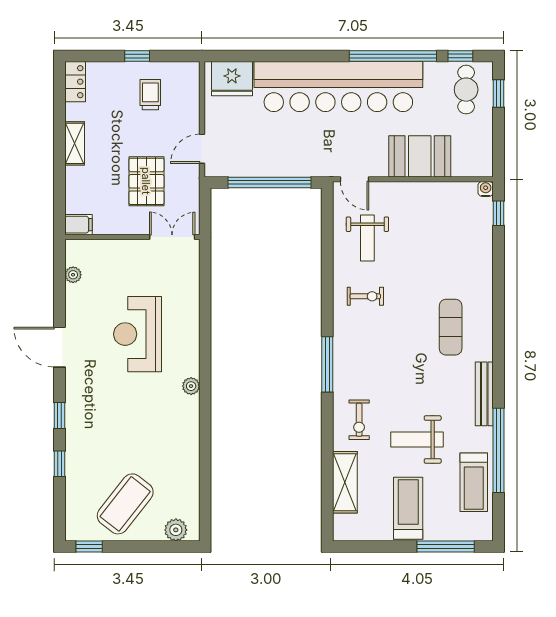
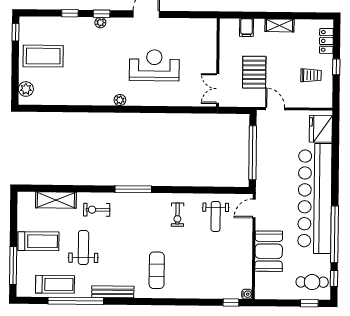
locker: (75, 82) -> (326, 41), moved, turned 90
pallet: (146, 181) -> (254, 72), turned 90
filing cabinet: (78, 225) -> (247, 28), moved
double door: (172, 237) -> (218, 89), swing flipped
weight bench: (367, 238) -> (216, 216), turned -90
plant: (73, 275) -> (100, 23), moved
exercise mat: (451, 327) -> (157, 270), turned 90
treadmill: (474, 482) -> (55, 284), turned 180
coffee table: (125, 504) -> (43, 56), turned -38

